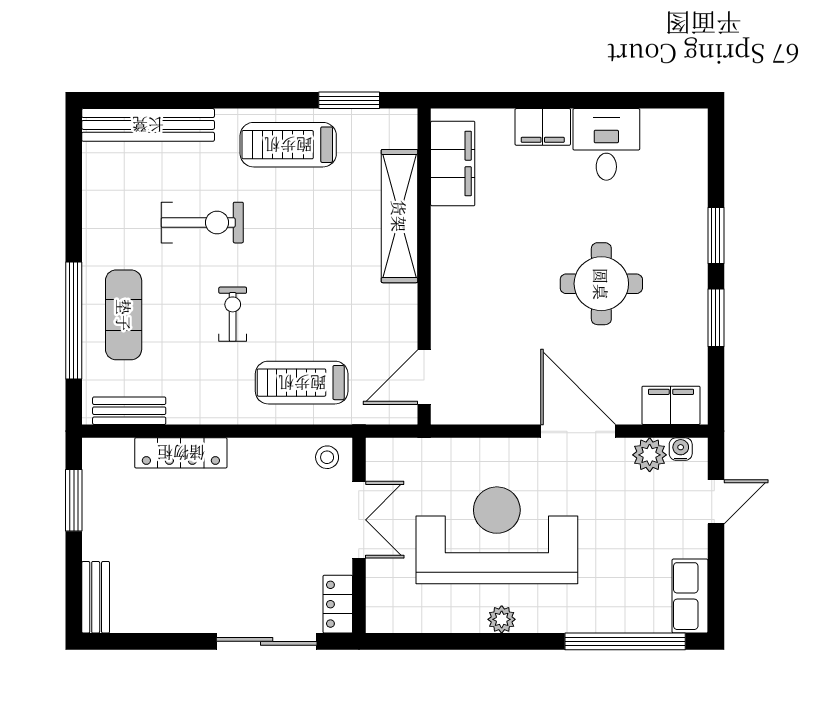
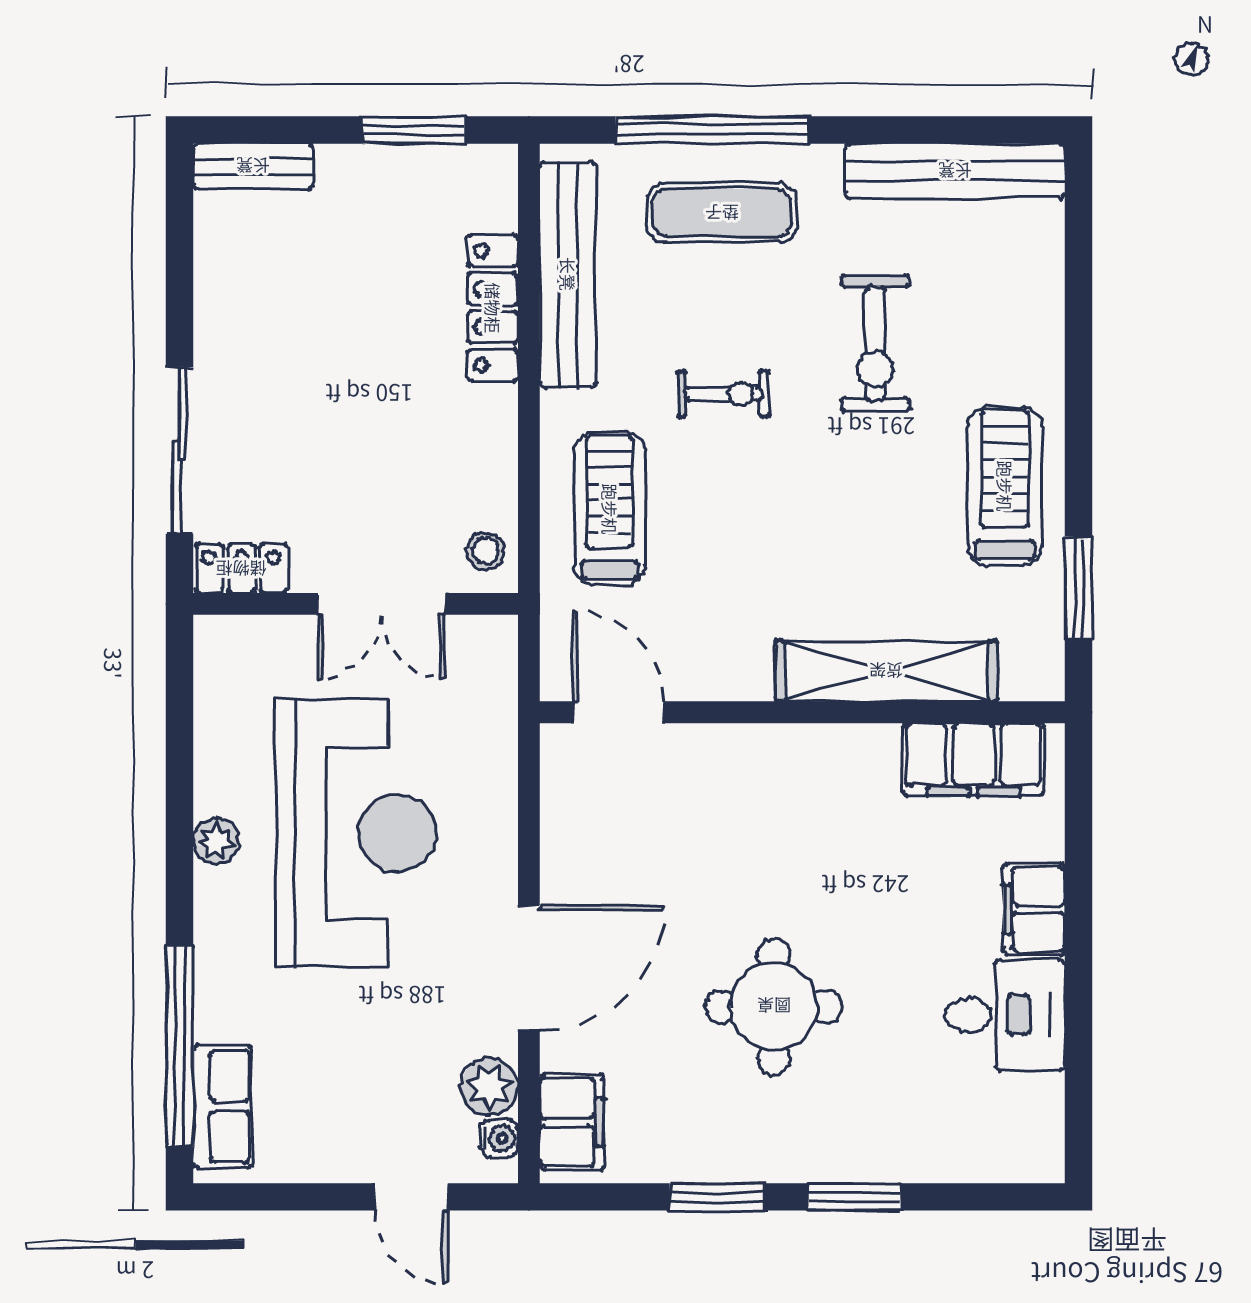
bench: (148, 125) -> (955, 171), moved, turned 90
bench: (129, 411) -> (568, 274), width x1.86, depth x1.21
row of seats: (690, 596) -> (223, 1107), moved, turned 90

